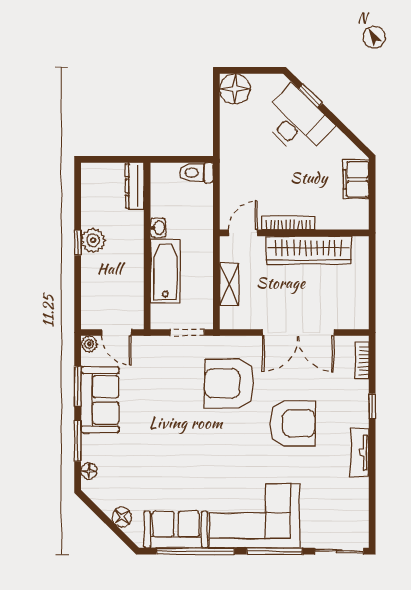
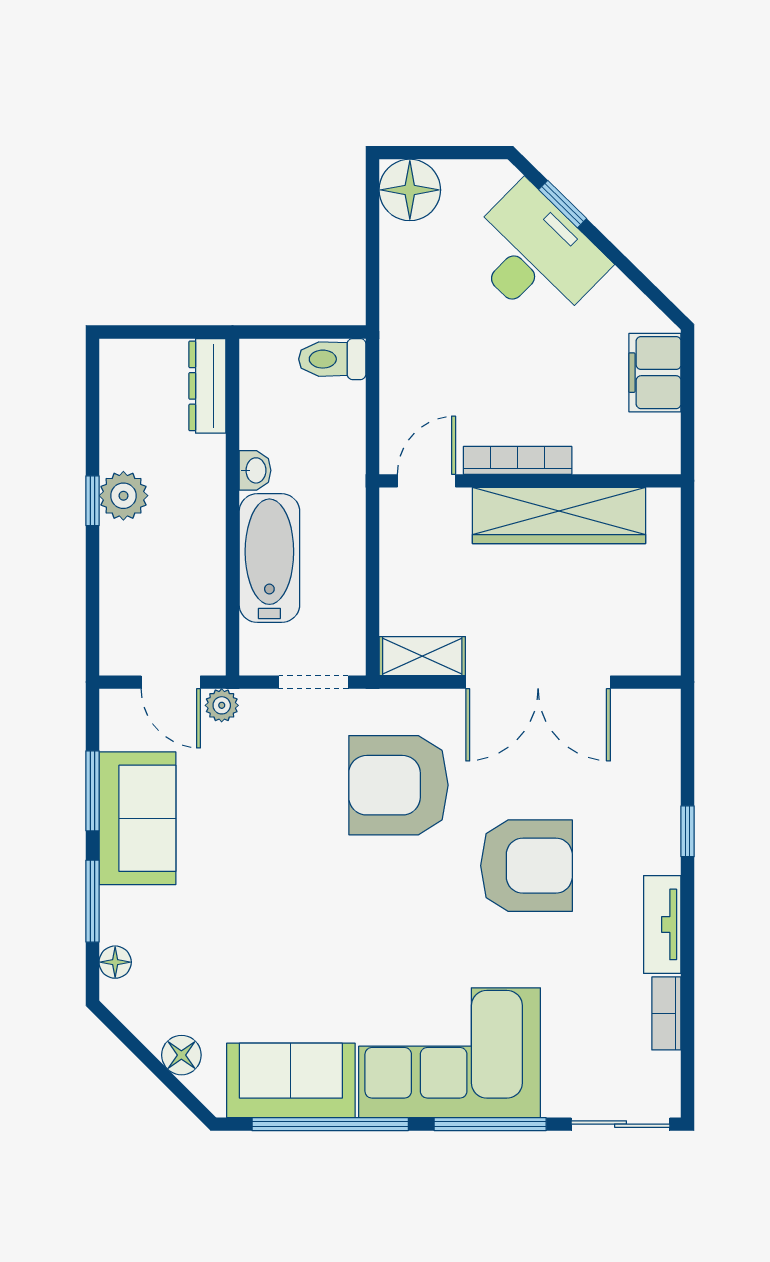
shelving: (229, 284) -> (422, 656), moved, turned 90
plant: (89, 344) -> (222, 705), moved
bookcase: (362, 361) -> (666, 1013), moved

